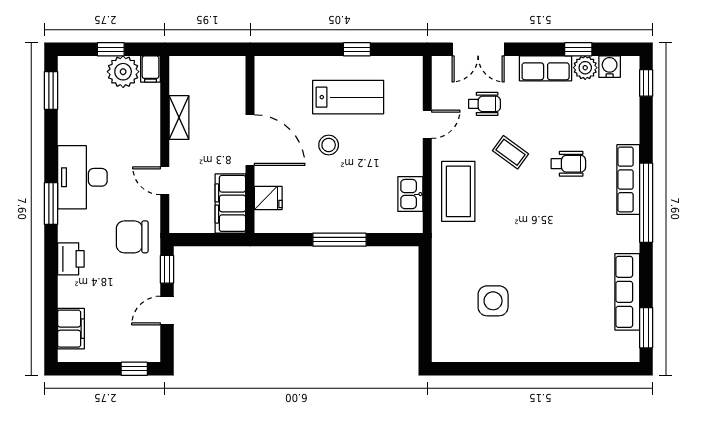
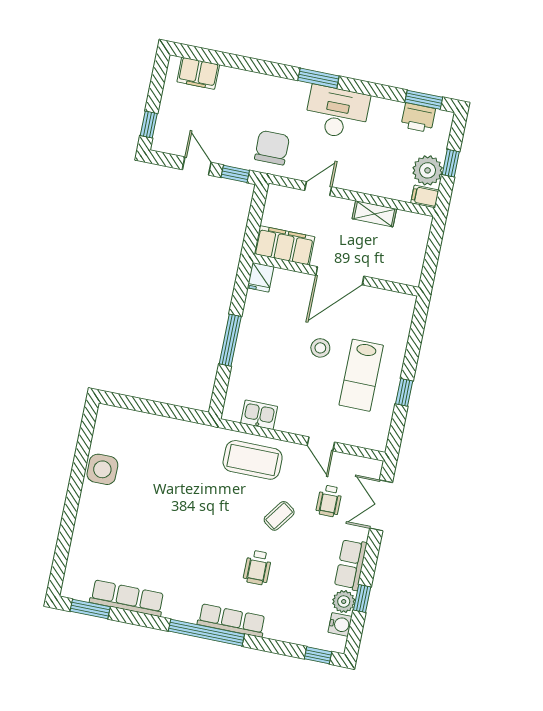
fridge: (268, 198) -> (261, 277), moved
printer: (71, 259) -> (418, 118), moved
side table: (493, 301) -> (102, 469), moved

